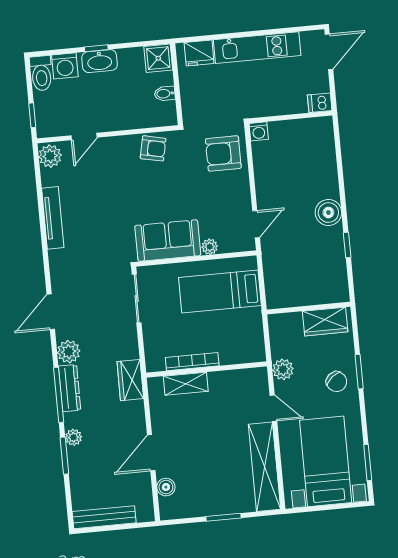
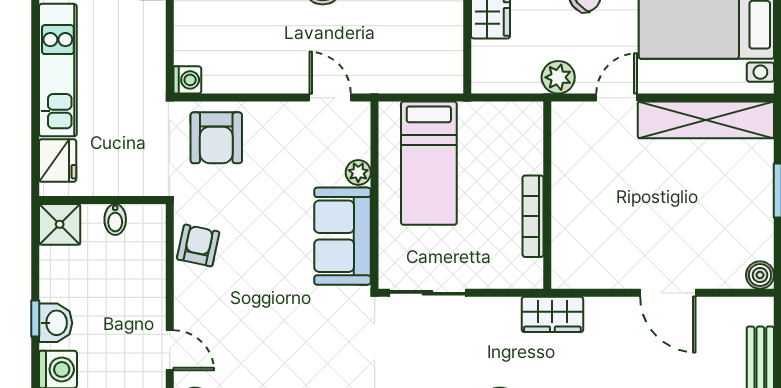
washbasin: (100, 61) -> (56, 323), width x0.72
shelving: (186, 384) -> (566, 229), removed
boiler: (166, 487) -> (760, 275), moved

